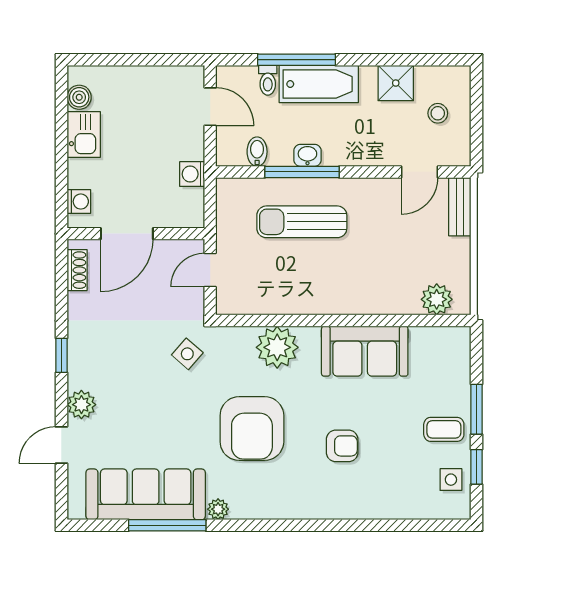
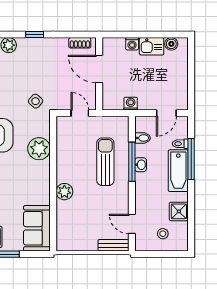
washing machine: (79, 202) -> (132, 44), moved
plant: (437, 299) -> (64, 192), moved
sofa: (365, 351) -> (37, 228), moved

